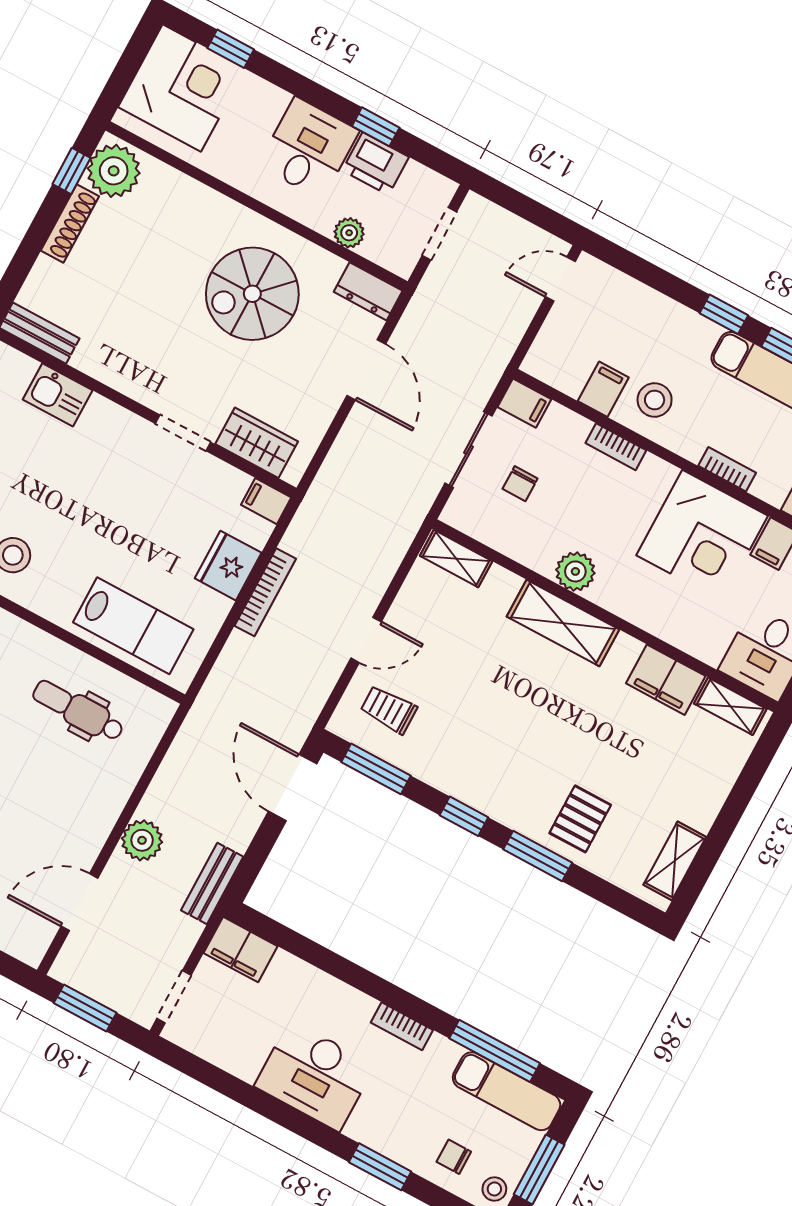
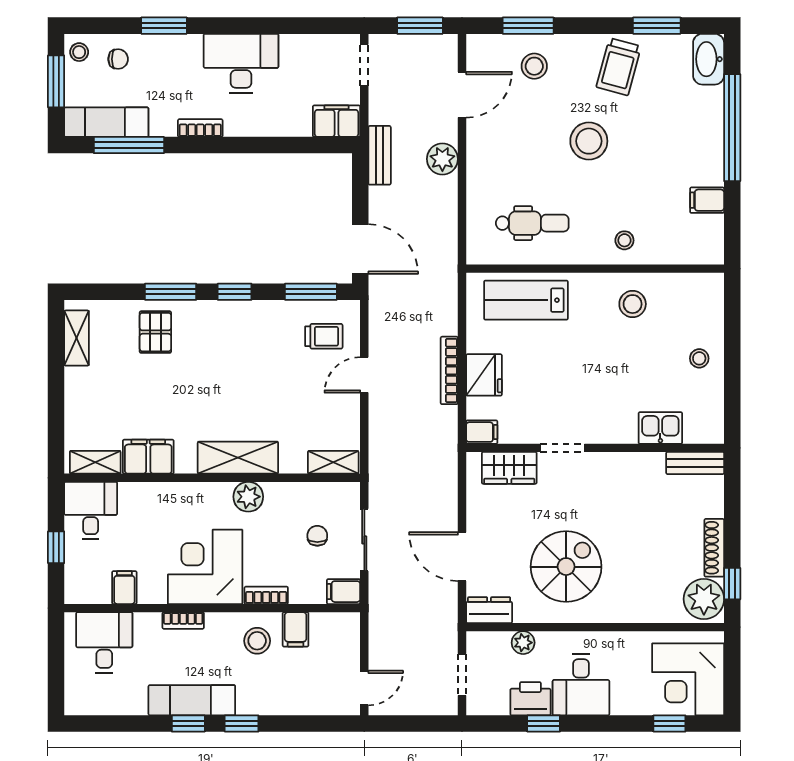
corner desk: (702, 535) -> (205, 567), moved

